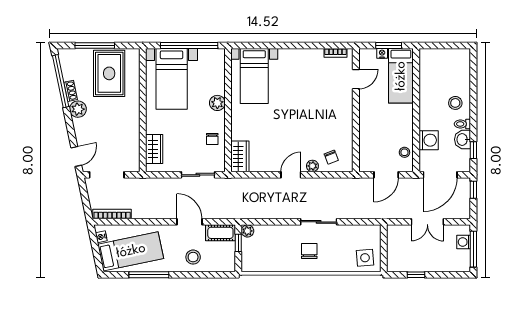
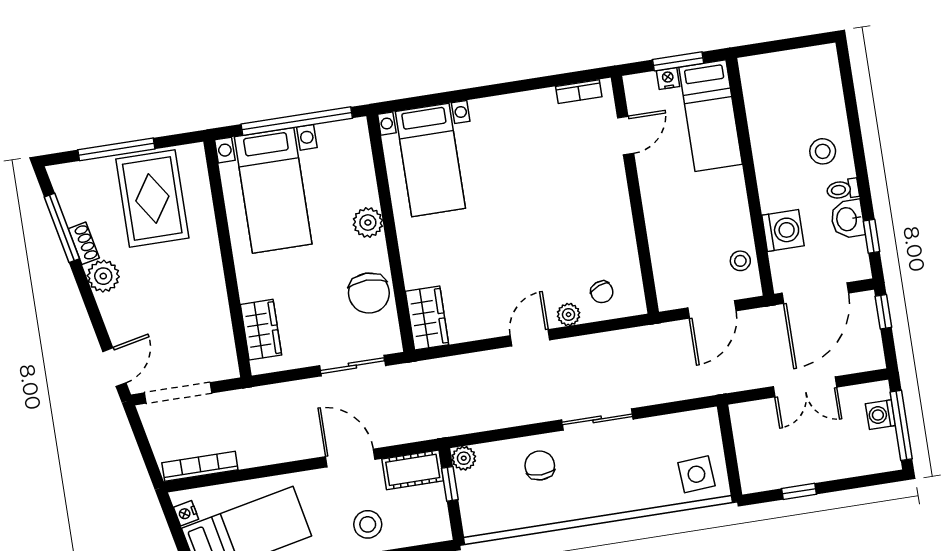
window: (61, 81) -> (62, 228), width x0.68
chair: (212, 139) -> (369, 293), width x1.87, depth x1.87
chair: (309, 251) -> (540, 466), moved

